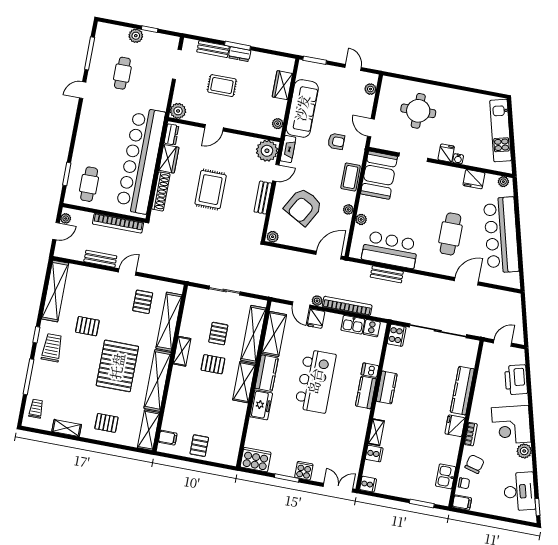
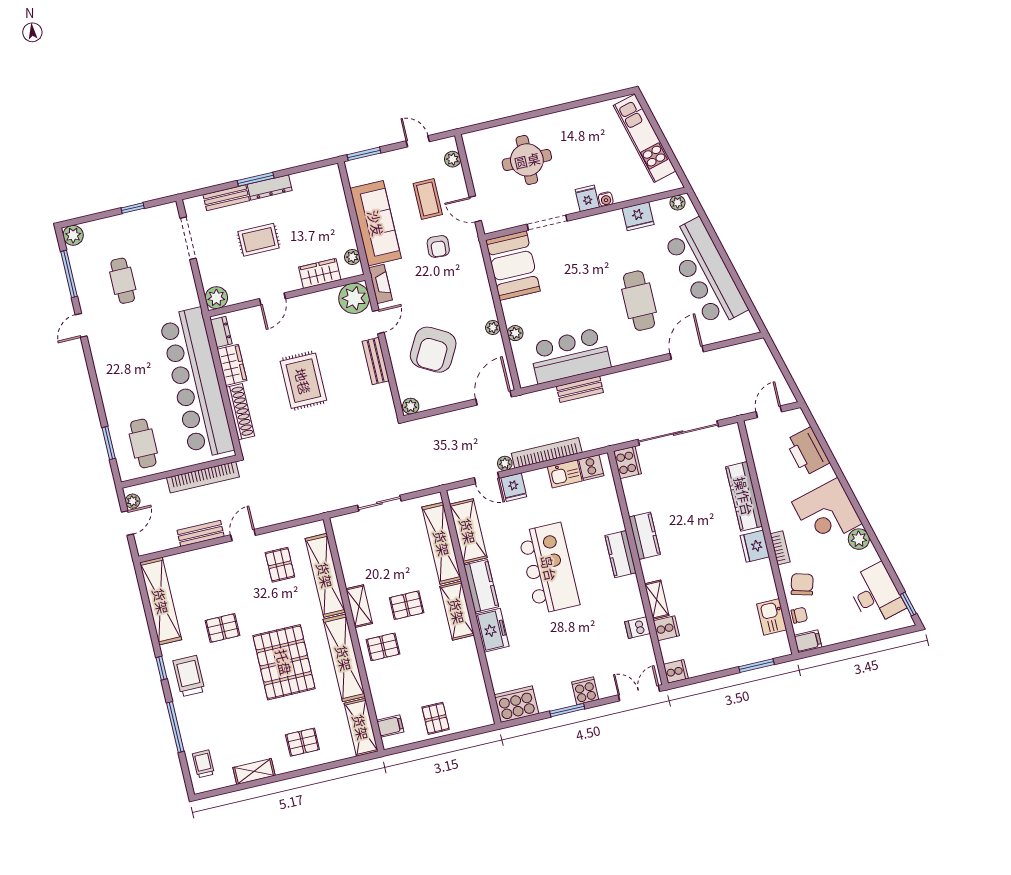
plant: (136, 36) -> (73, 235), moved
dresser: (240, 54) -> (270, 187), width x1.44
wardrobe: (282, 85) -> (320, 273), moved, turned 90
armchair: (336, 141) -> (438, 246), turned 94
coffee table: (351, 177) -> (428, 199), moved
pallet: (218, 334) -> (383, 647), moved, turned 90
dishwasher: (370, 370) -> (637, 628), moved

